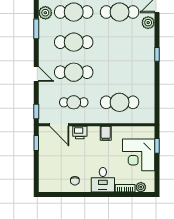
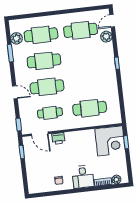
filing cabinet: (106, 133) -> (81, 137), removed
corner desk: (139, 155) -> (110, 141), moved, turned -90

